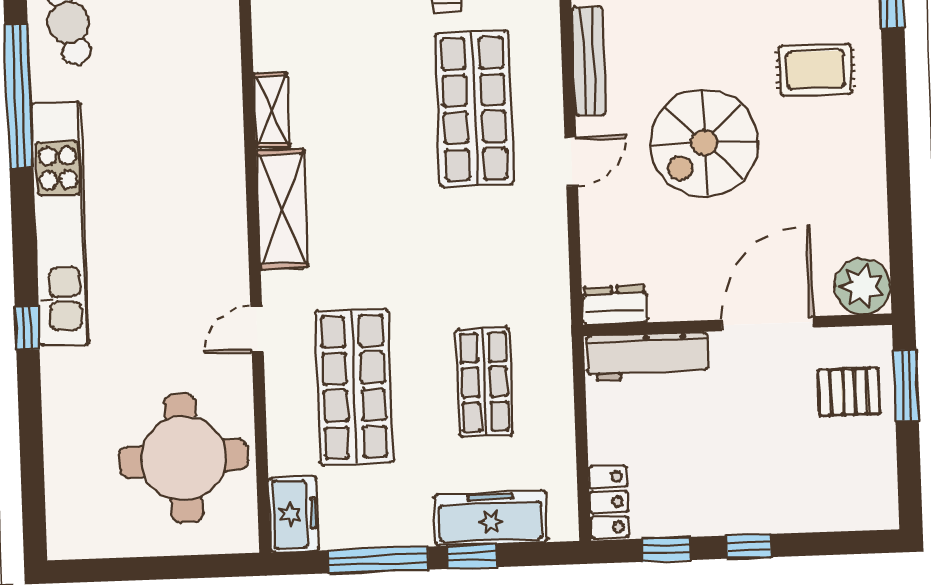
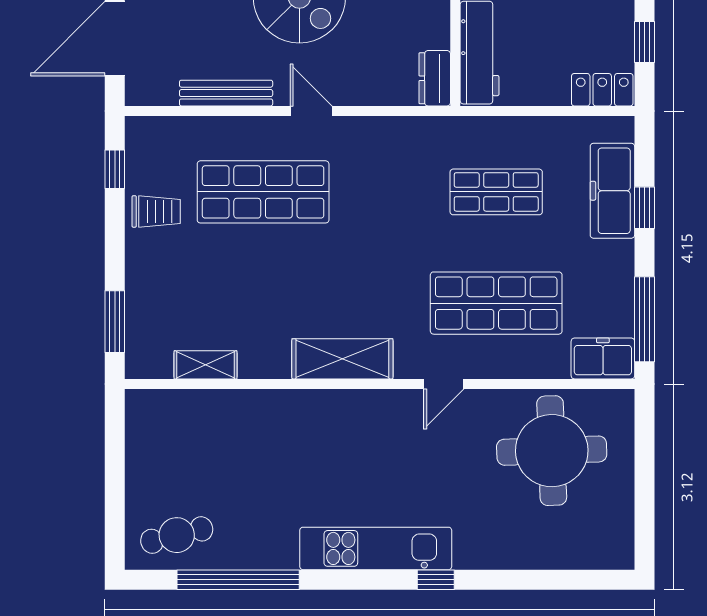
shelving: (271, 110) -> (205, 365), moved
kitchen unit: (60, 224) -> (376, 548), width x0.73
door: (257, 329) -> (444, 384), hinge flipped
window: (378, 560) -> (644, 319), moved

